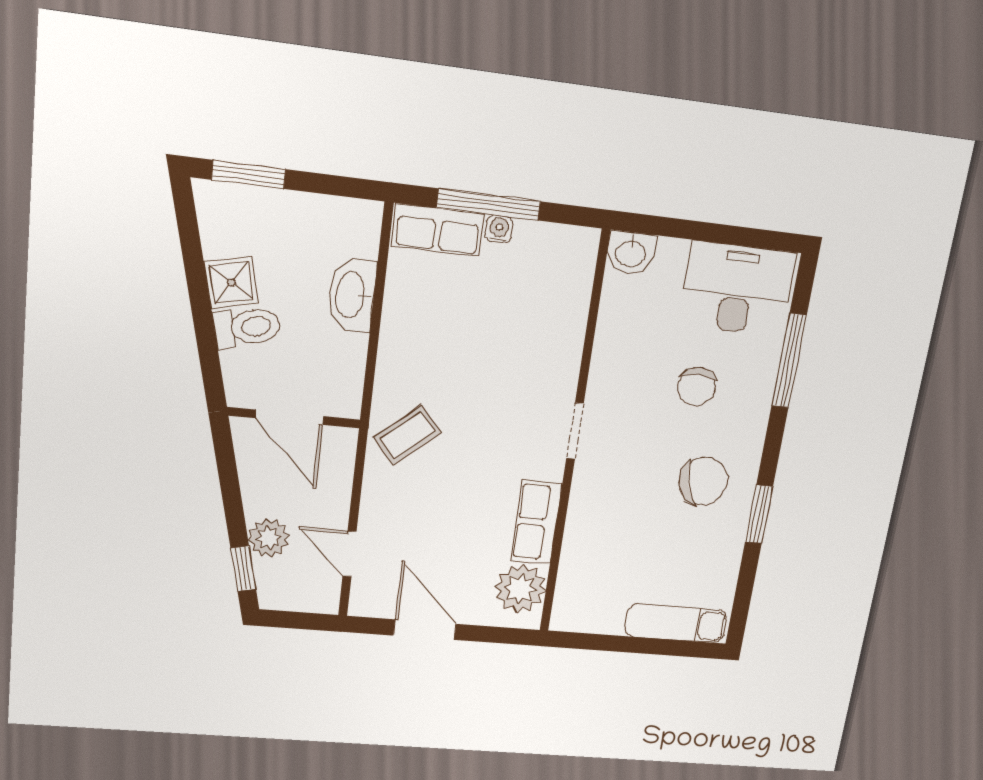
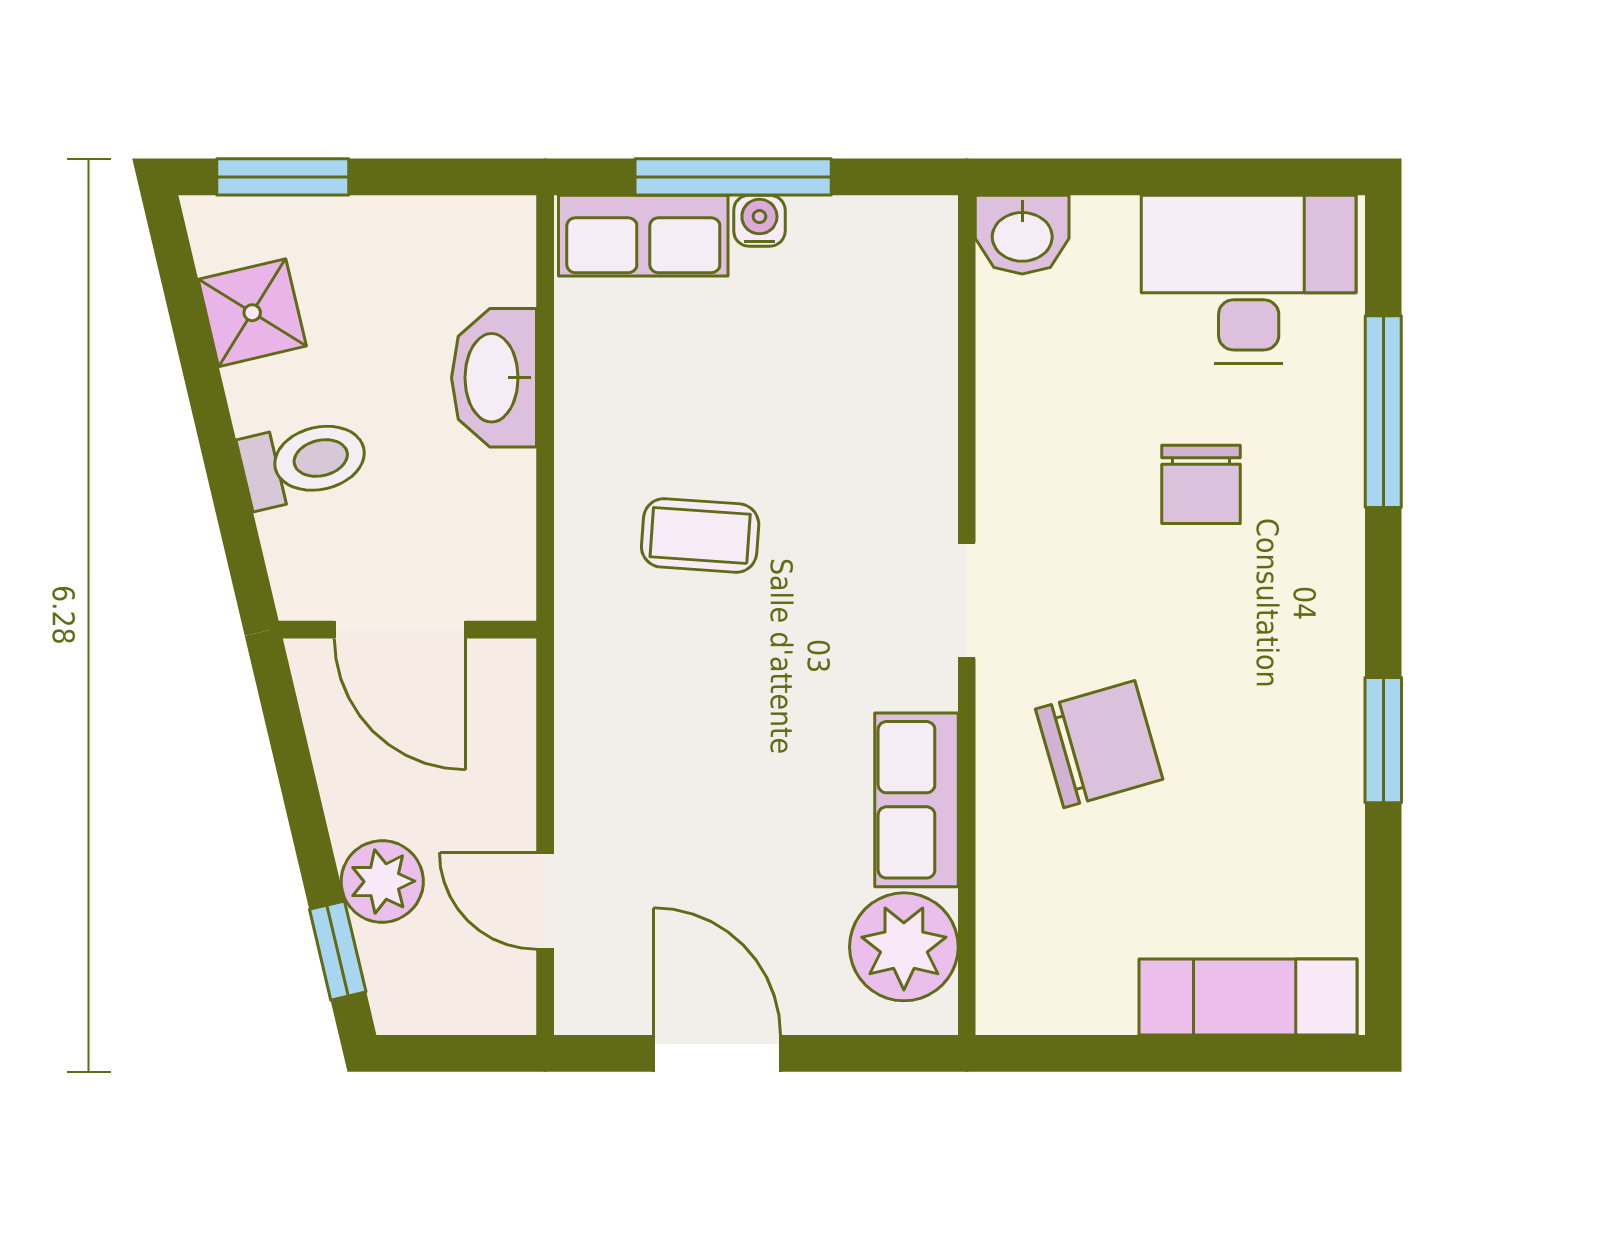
shower: (231, 283) -> (252, 313), moved
coffee table: (407, 435) -> (700, 535), moved, turned 45
chair: (703, 481) -> (1099, 744), moved

